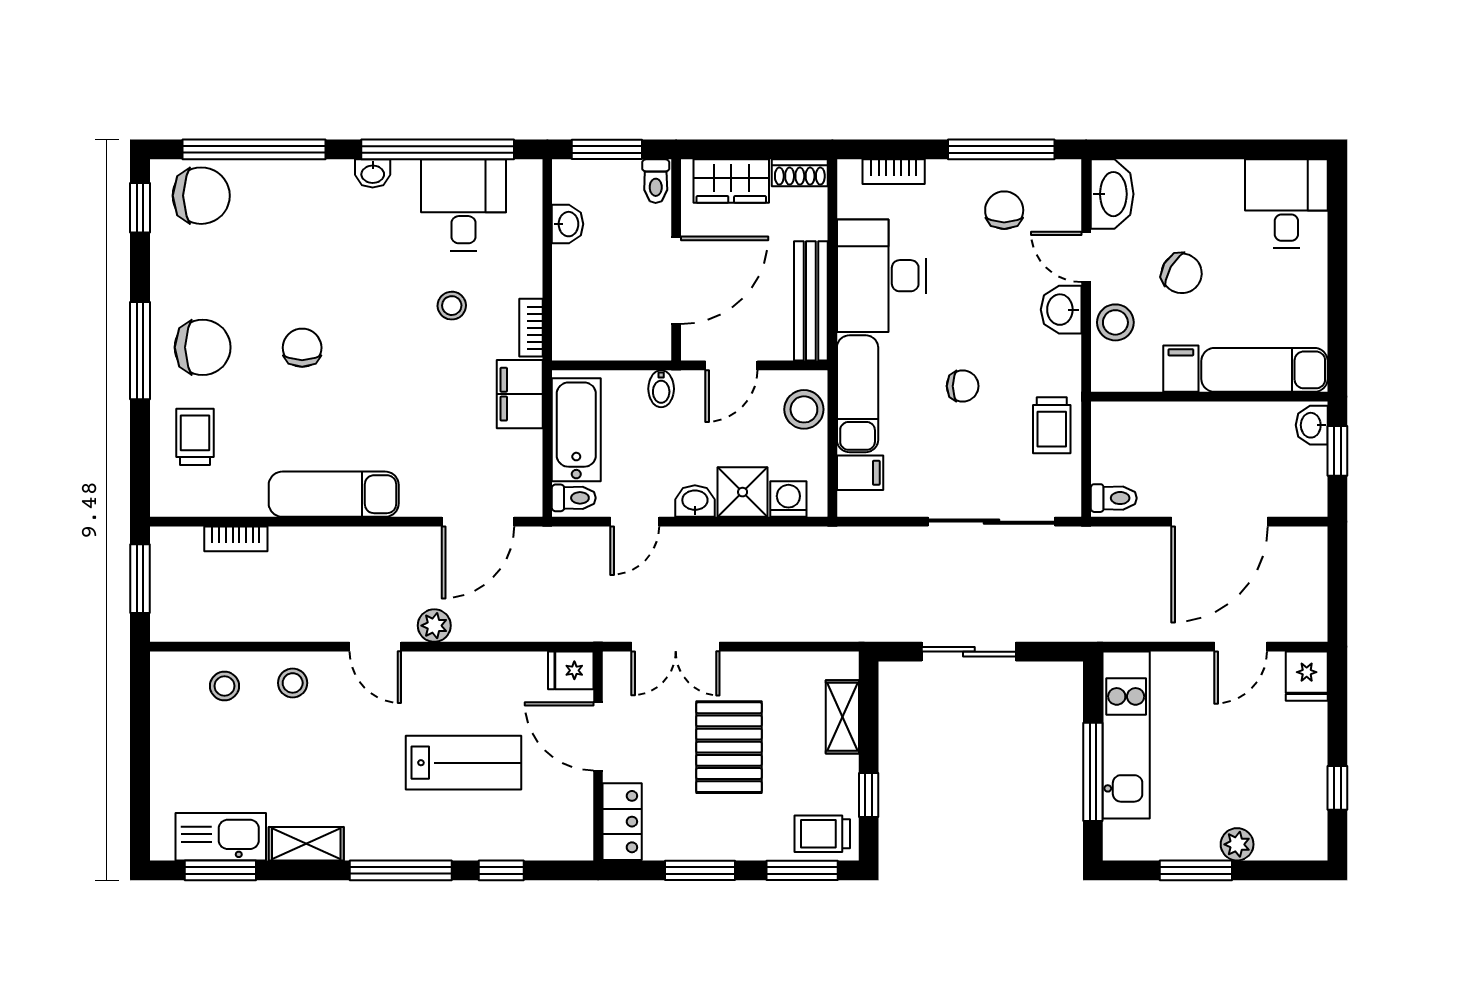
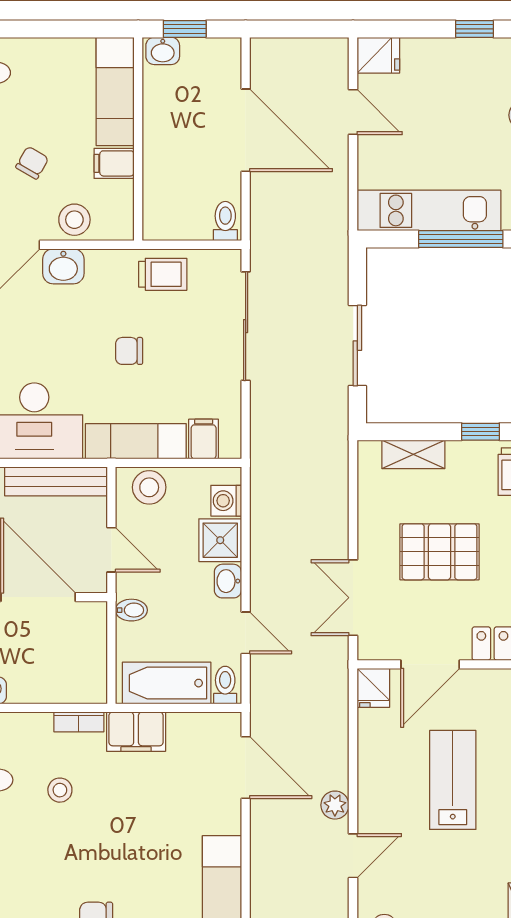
chair: (1182, 273) -> (32, 163), width x0.73, depth x0.73
chair: (963, 386) -> (129, 351), turned -90
double door: (676, 647) -> (353, 598), swing flipped

